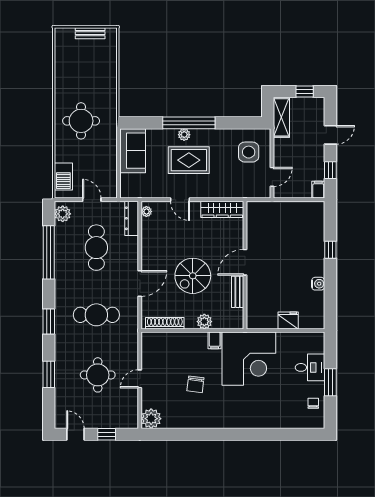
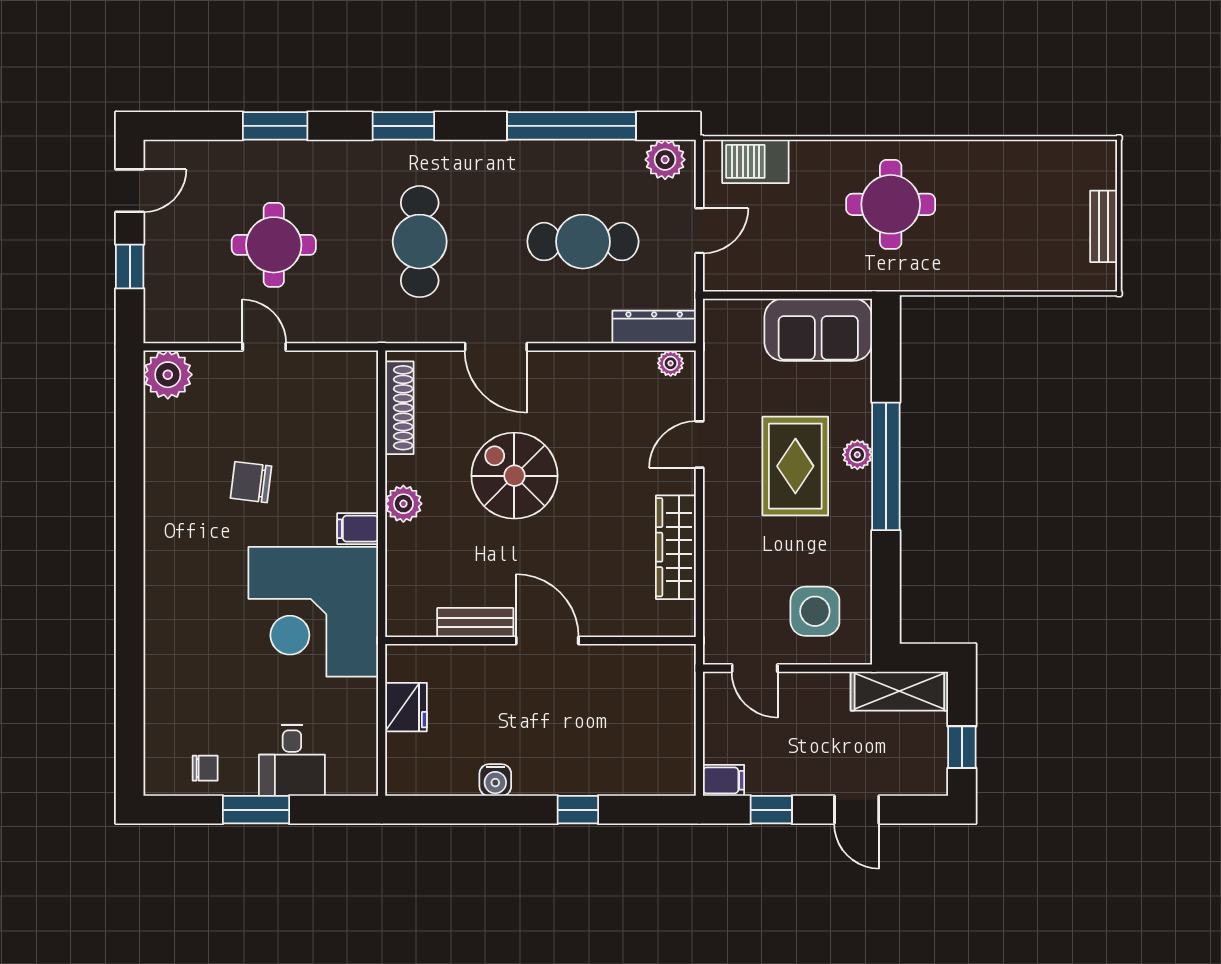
door: (245, 262) -> (547, 640), moved
wall: (245, 265) -> (541, 640), moved
bench: (238, 292) -> (475, 622), moved

